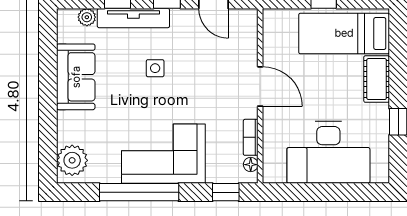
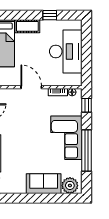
side table: (155, 68) -> (22, 142), removed
sofa: (76, 77) -> (44, 184), moved
door: (260, 86) -> (31, 87), hinge flipped

